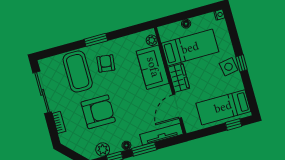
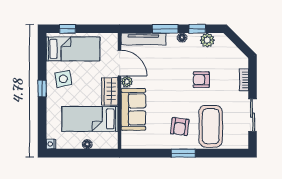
plant: (152, 40) -> (127, 82), moved
side table: (229, 67) -> (63, 79), moved
sliding door: (42, 92) -> (252, 115), width x0.73
door: (177, 106) -> (120, 63), hinge flipped
armchair: (98, 112) -> (201, 80), width x0.53, depth x0.53

